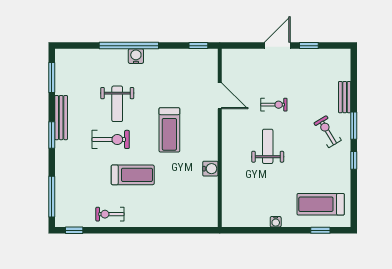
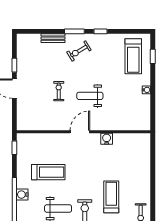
door: (220, 96) -> (80, 132), moved
treadmill: (169, 130) -> (48, 172), moved

